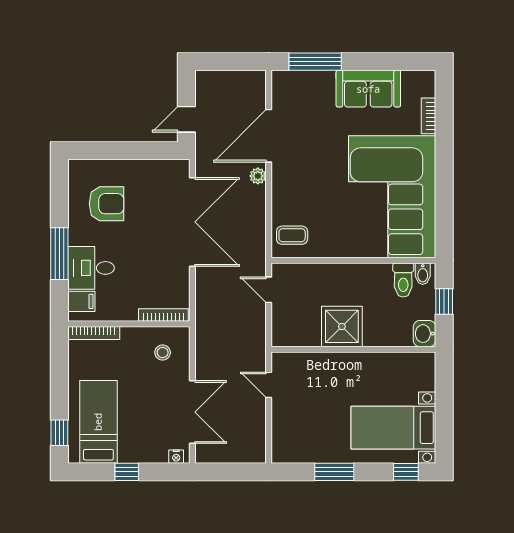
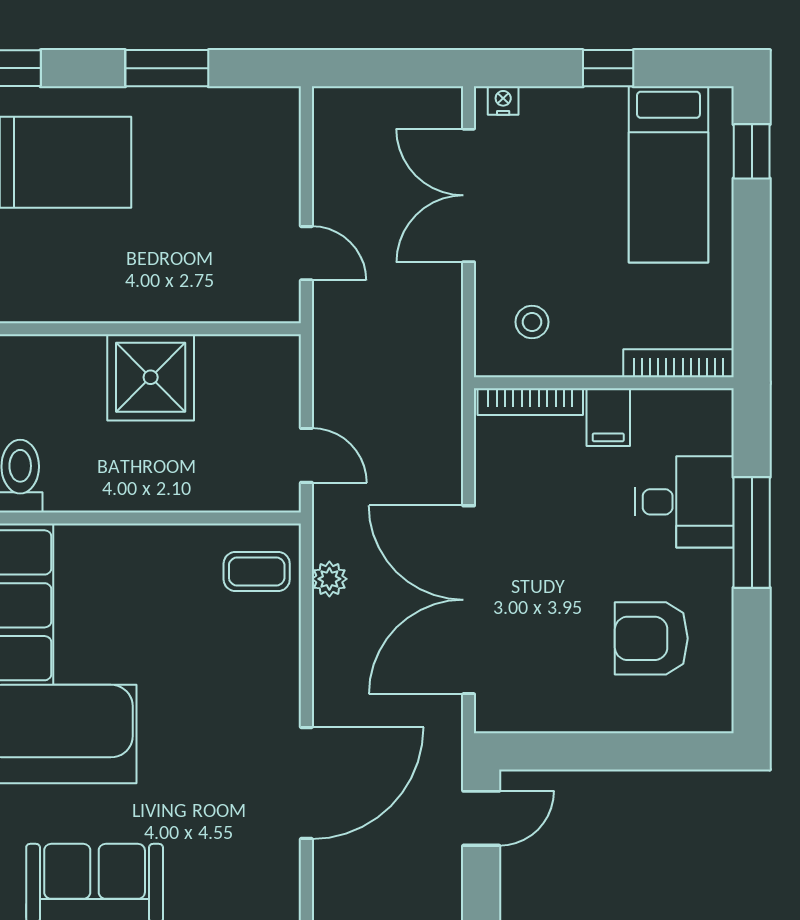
plant: (258, 176) -> (329, 579), moved
filing cabinet: (81, 301) -> (608, 417), moved, turned -90

